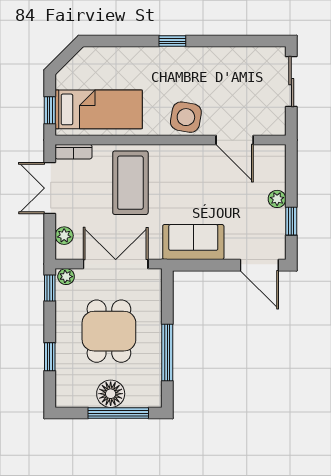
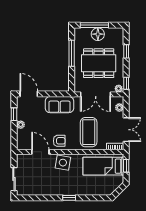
armchair: (194, 164) -> (59, 141), added
dining table: (109, 331) -> (99, 63), width x1.38

